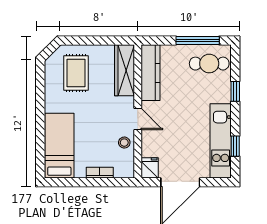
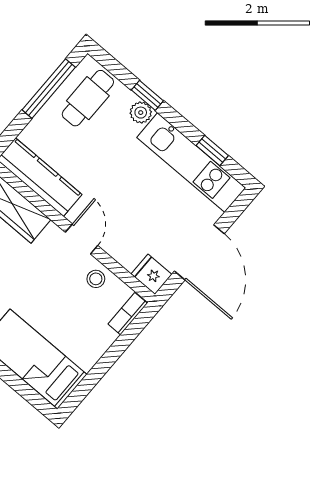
plant: (224, 95) -> (141, 113), added
door: (138, 119) -> (81, 239), hinge flipped
bookcase: (100, 173) -> (128, 314), moved

